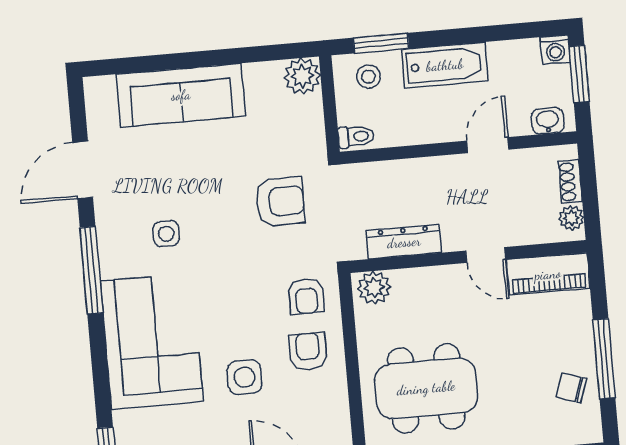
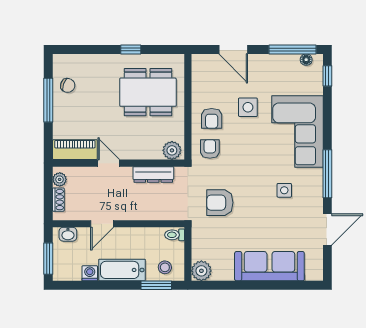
washing machine: (555, 50) -> (90, 273), moved

